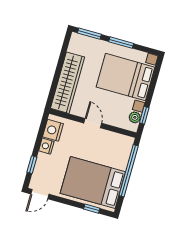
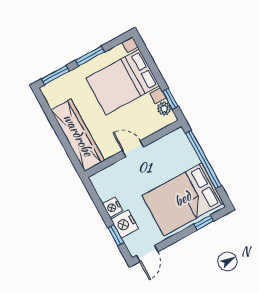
nightstand: (53, 130) -> (125, 224), moved

